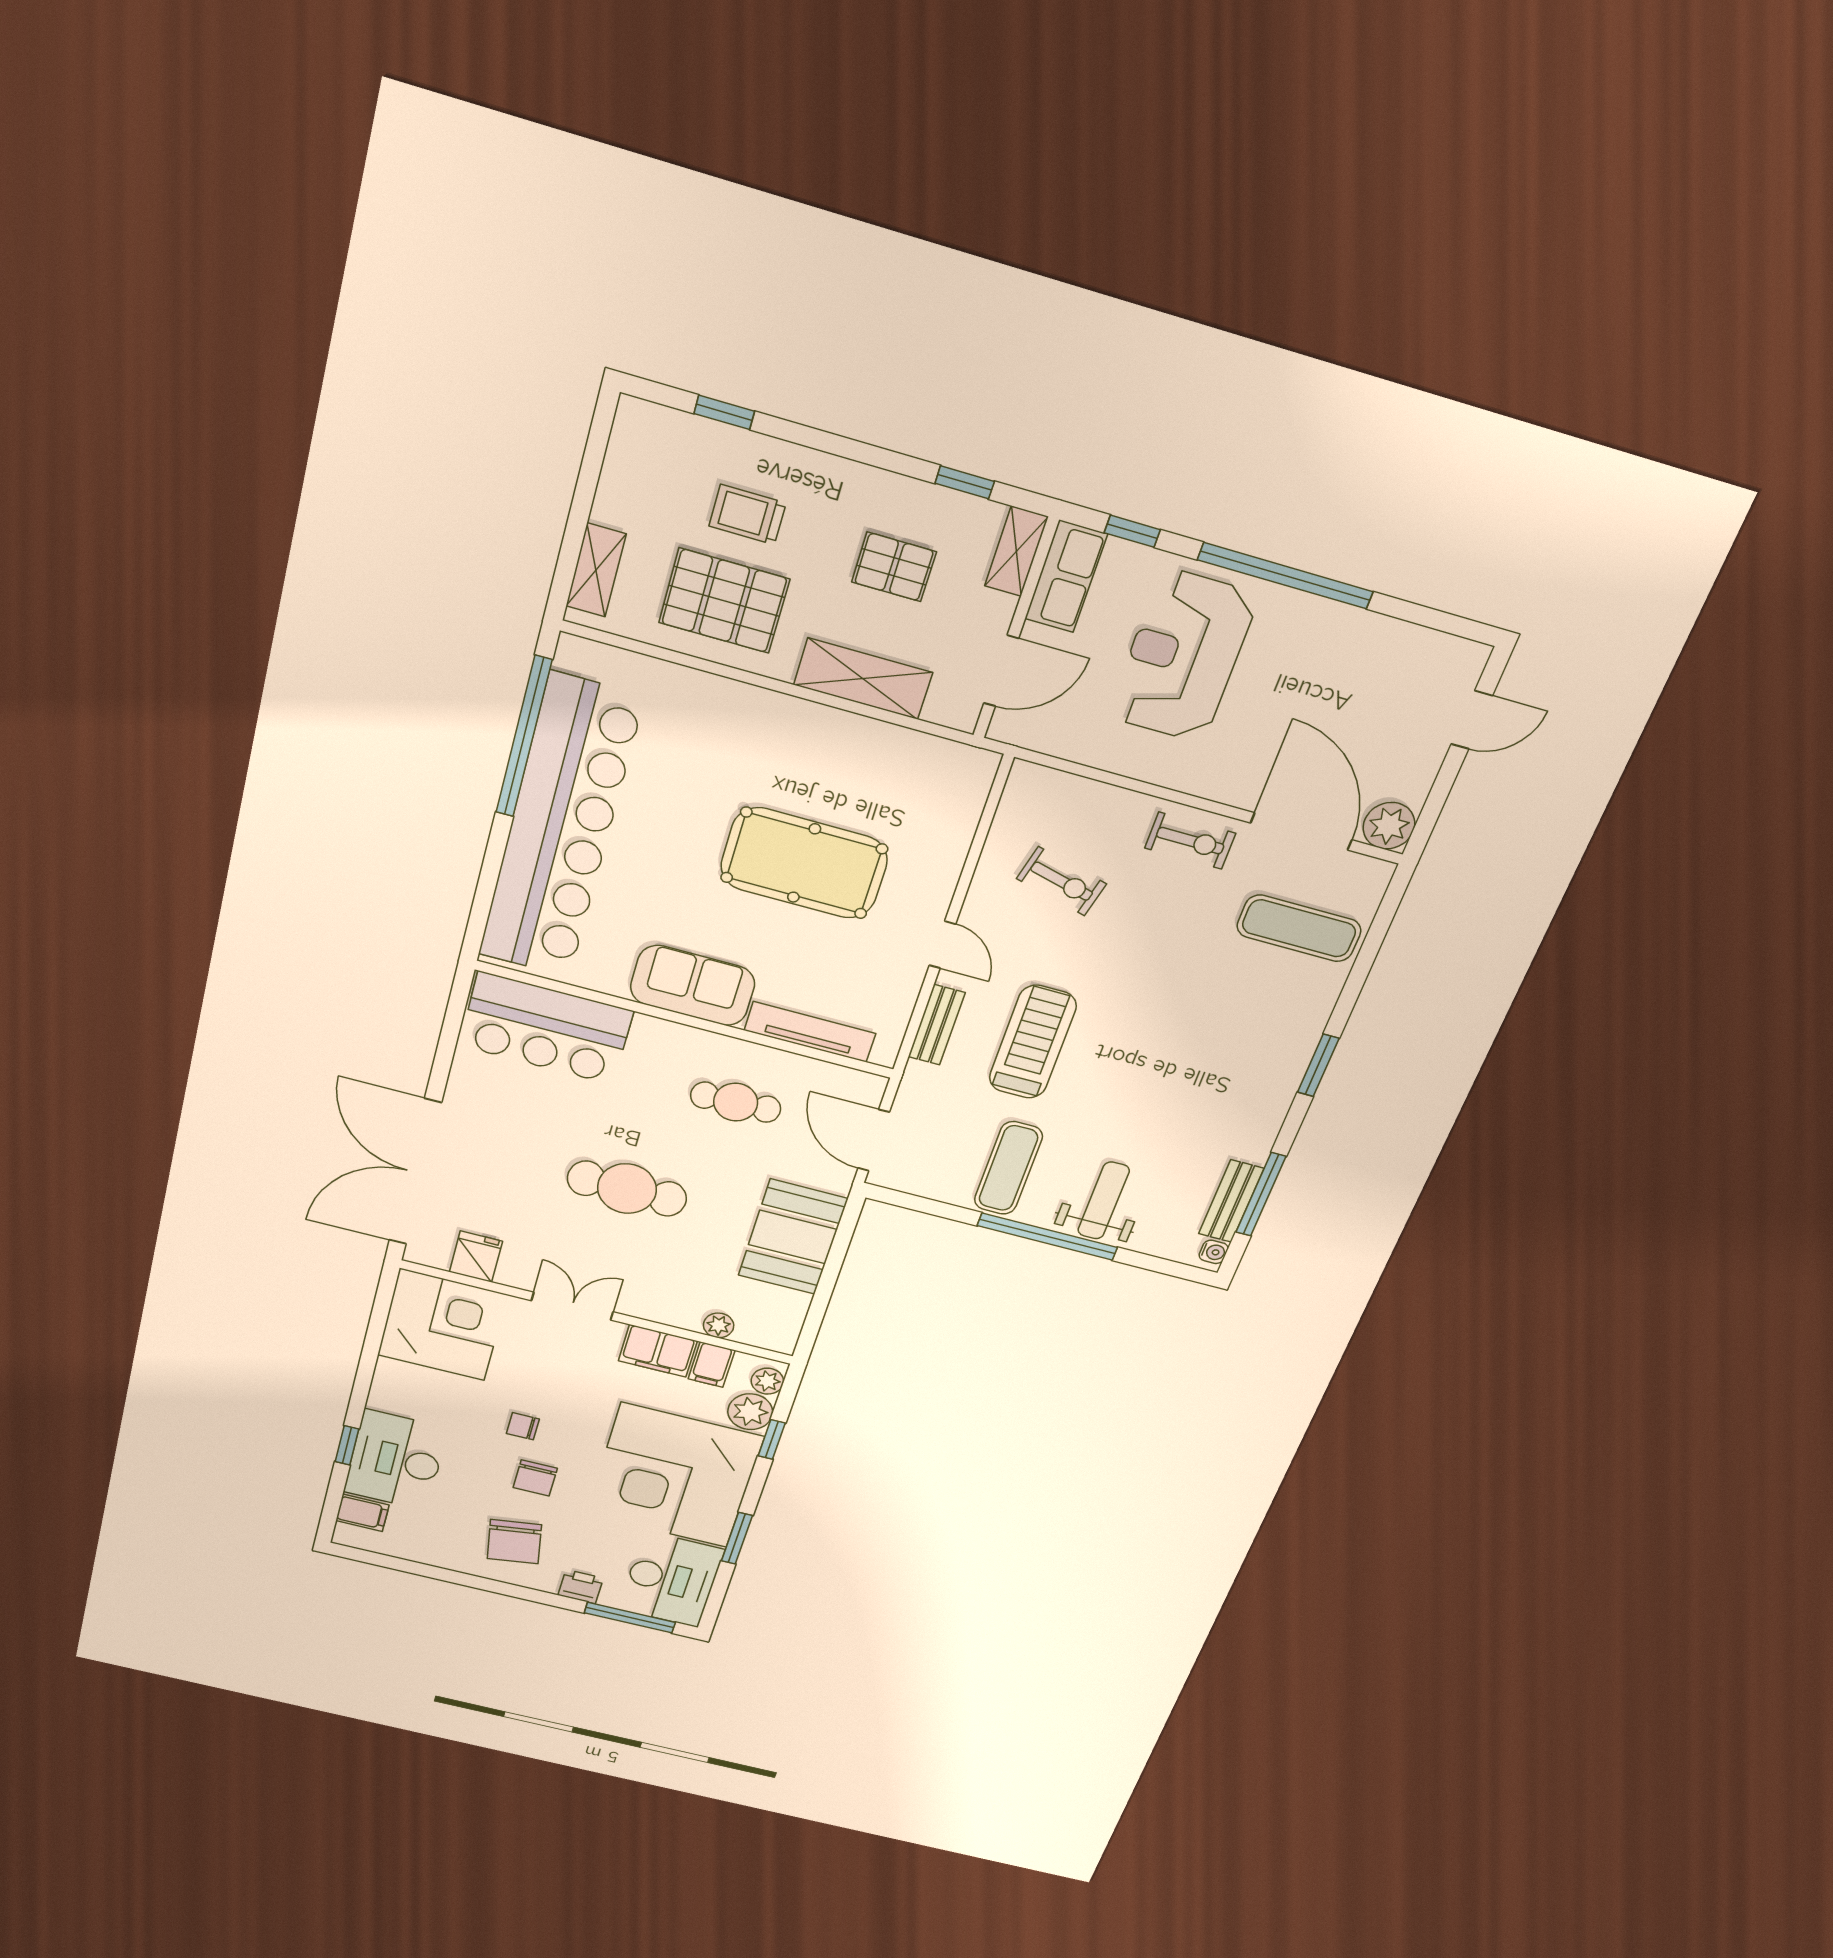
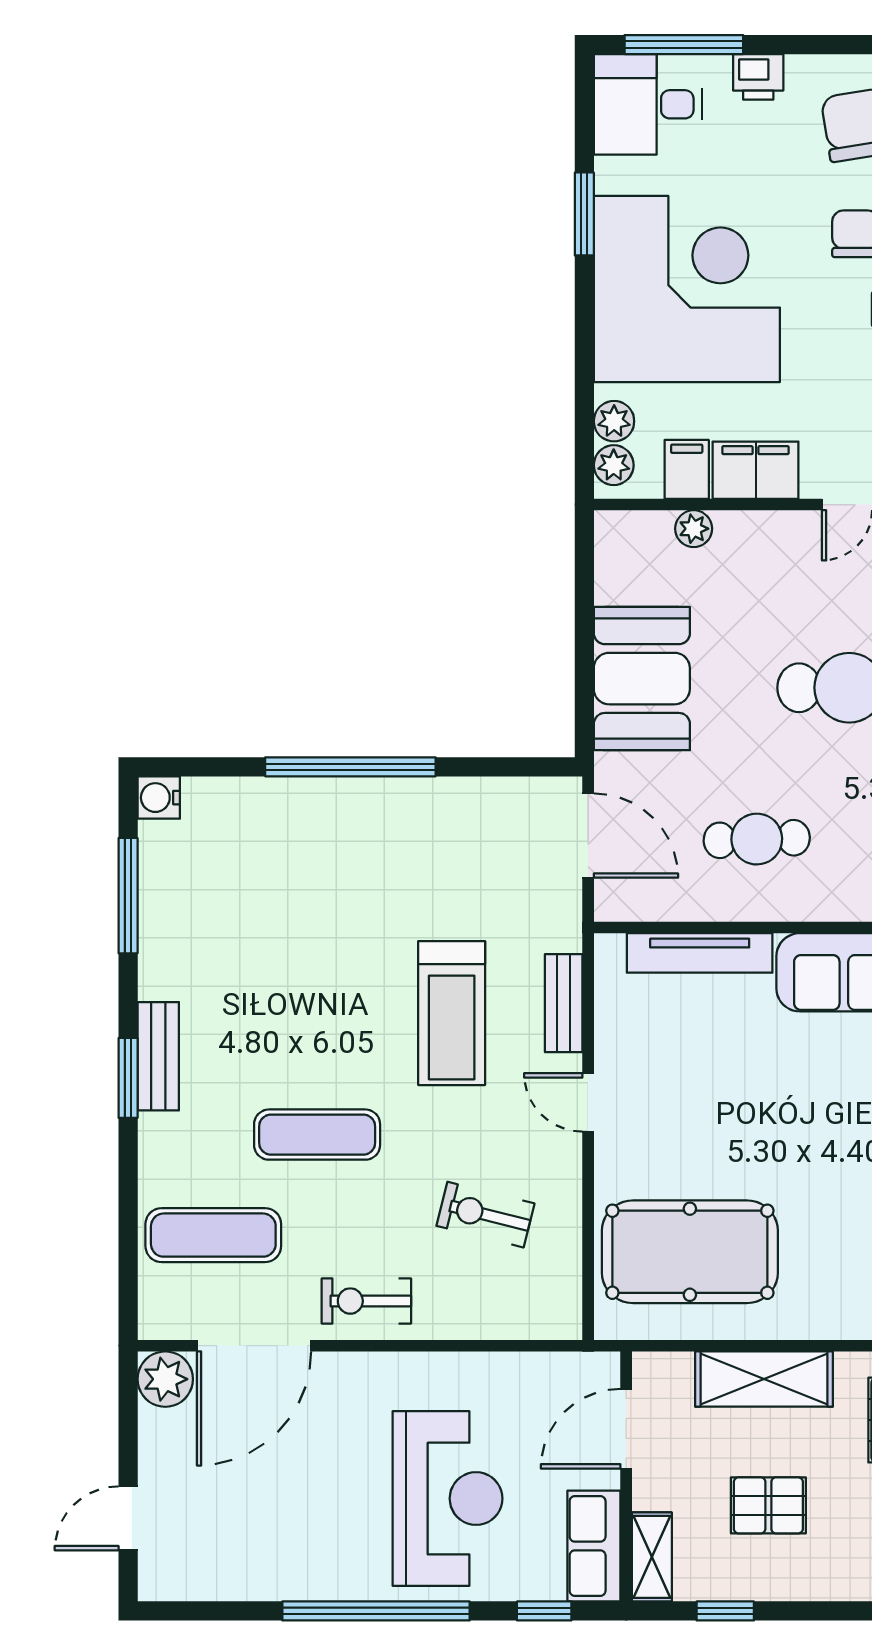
door: (1301, 831) -> (254, 1346), hinge flipped
pool table: (804, 863) -> (690, 1252), moved
exercise mat: (1008, 1168) -> (317, 1135), moved, turned 90
weight bench: (1104, 1201) -> (303, 834), removed
bench: (1231, 1201) -> (158, 1056), moved
water cooler: (1214, 1252) -> (159, 798), width x1.38, depth x1.38
plant: (750, 1412) -> (614, 421), width x0.73, depth x0.73
window: (772, 1439) -> (584, 380), removed
desk: (671, 1579) -> (648, 104), width x0.73

